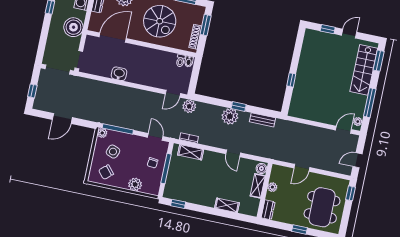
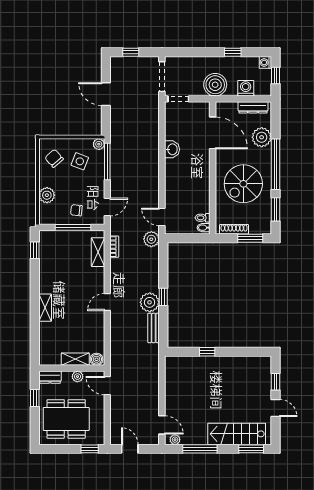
plant: (230, 116) -> (150, 302), moved
boiler: (261, 168) -> (97, 359), moved
shelving: (258, 186) -> (75, 359), moved
plant: (272, 187) -> (77, 377), moved
wall: (264, 190) -> (72, 368), moved
dresser: (268, 210) -> (50, 377), moved

